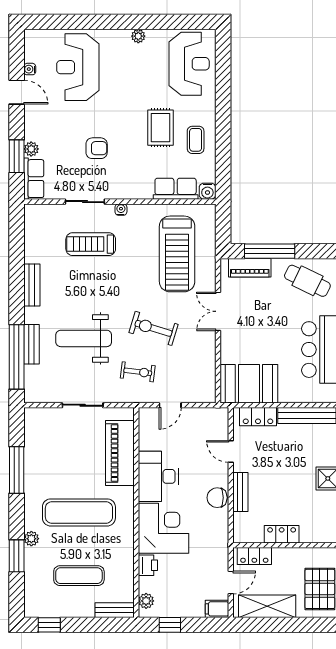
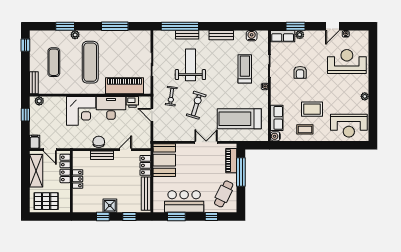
water cooler: (33, 232) -> (252, 36), added
locker: (254, 556) -> (65, 168), width x1.53
printer: (148, 565) -> (132, 102), moved

